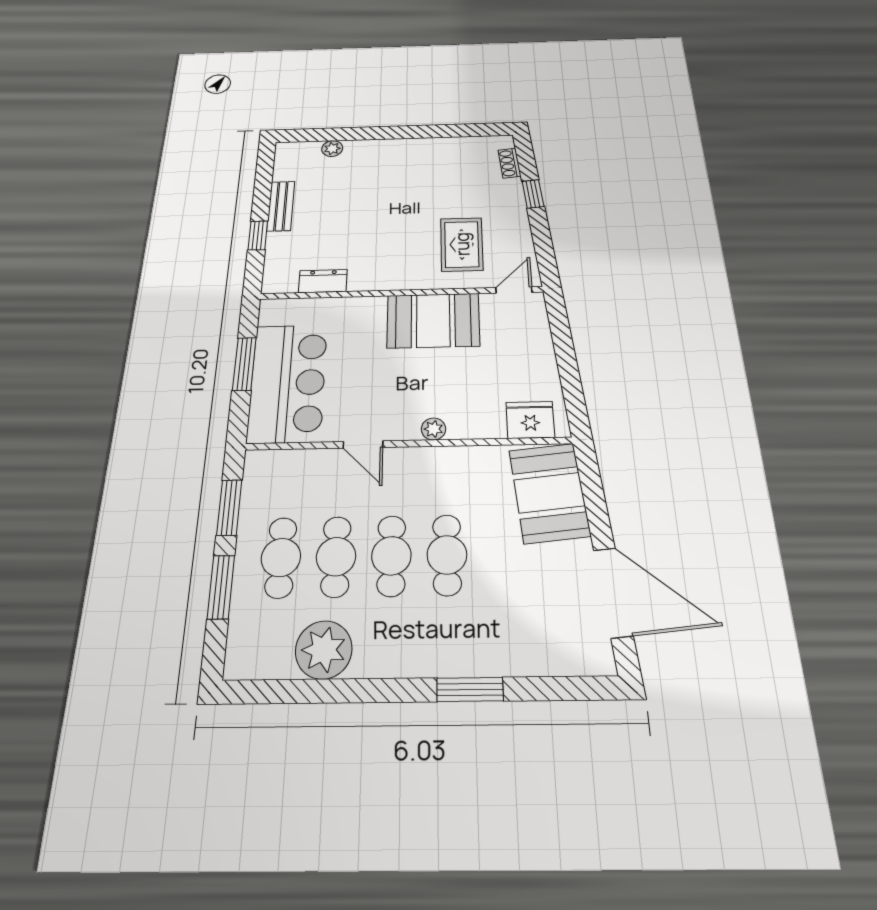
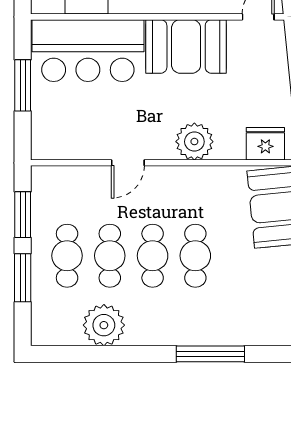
bar counter: (288, 383) -> (88, 51), moved, turned 90
plant: (434, 429) -> (194, 142), width x1.88, depth x1.88
door: (363, 445) -> (128, 163), hinge flipped
window: (470, 689) -> (210, 354), width x1.44

